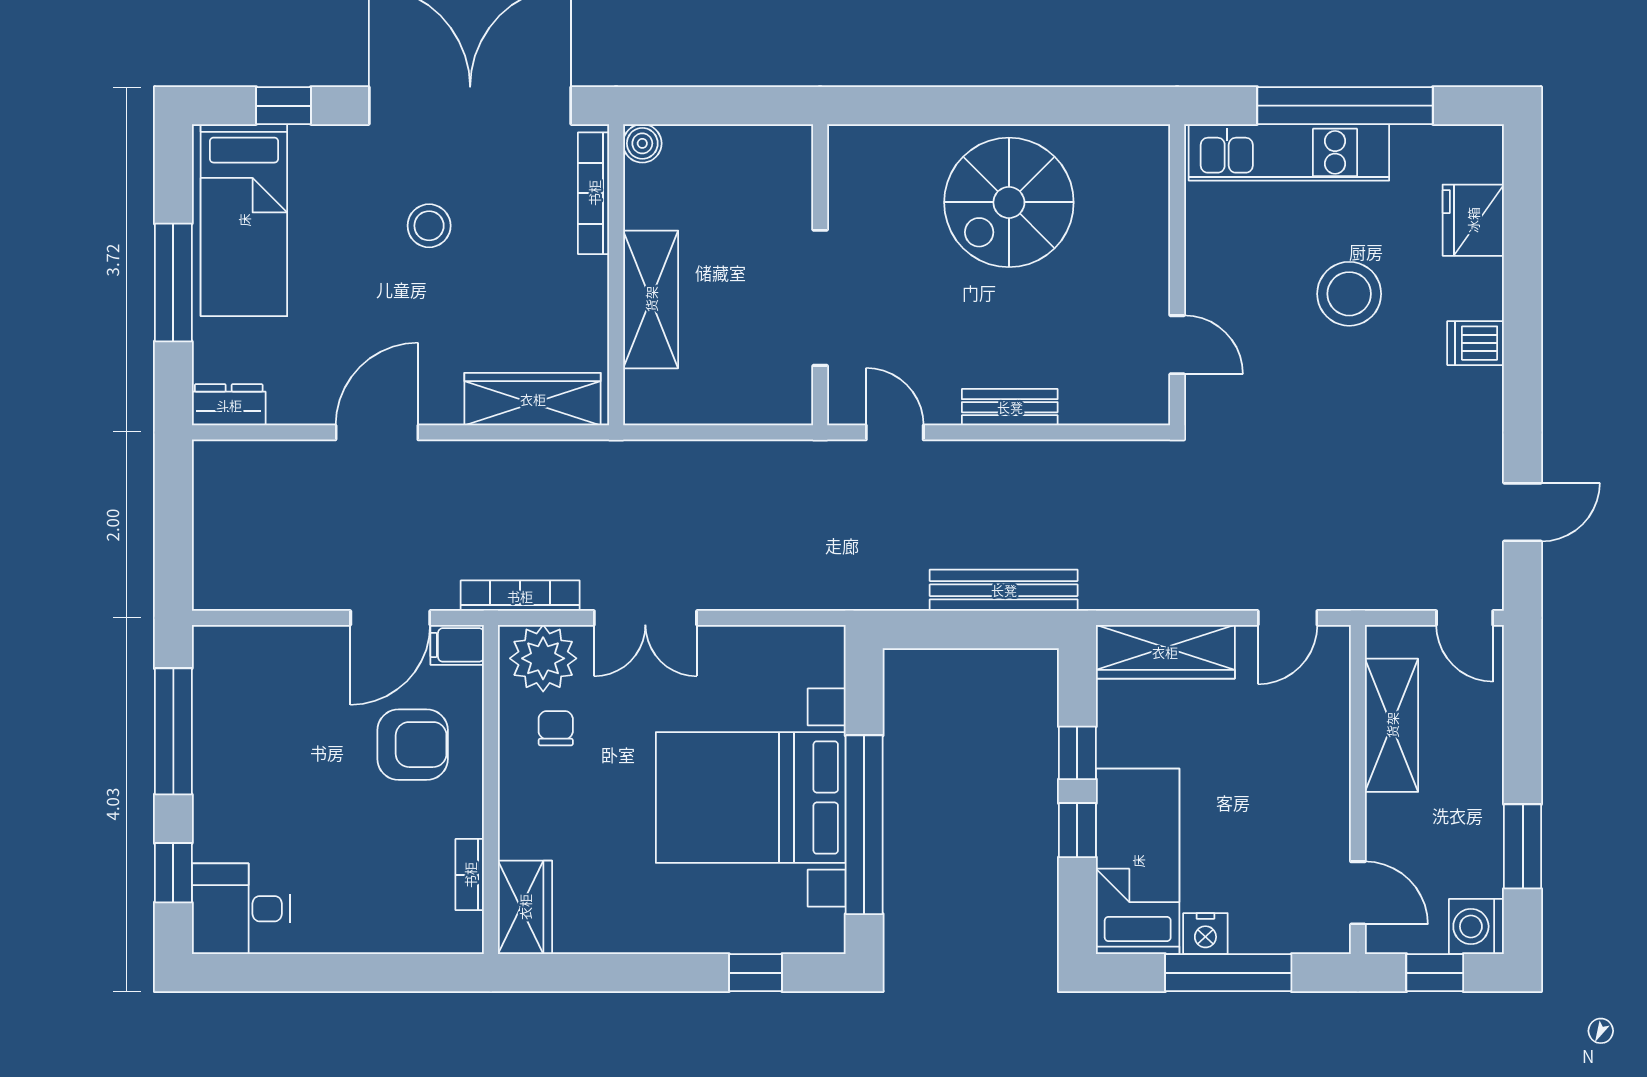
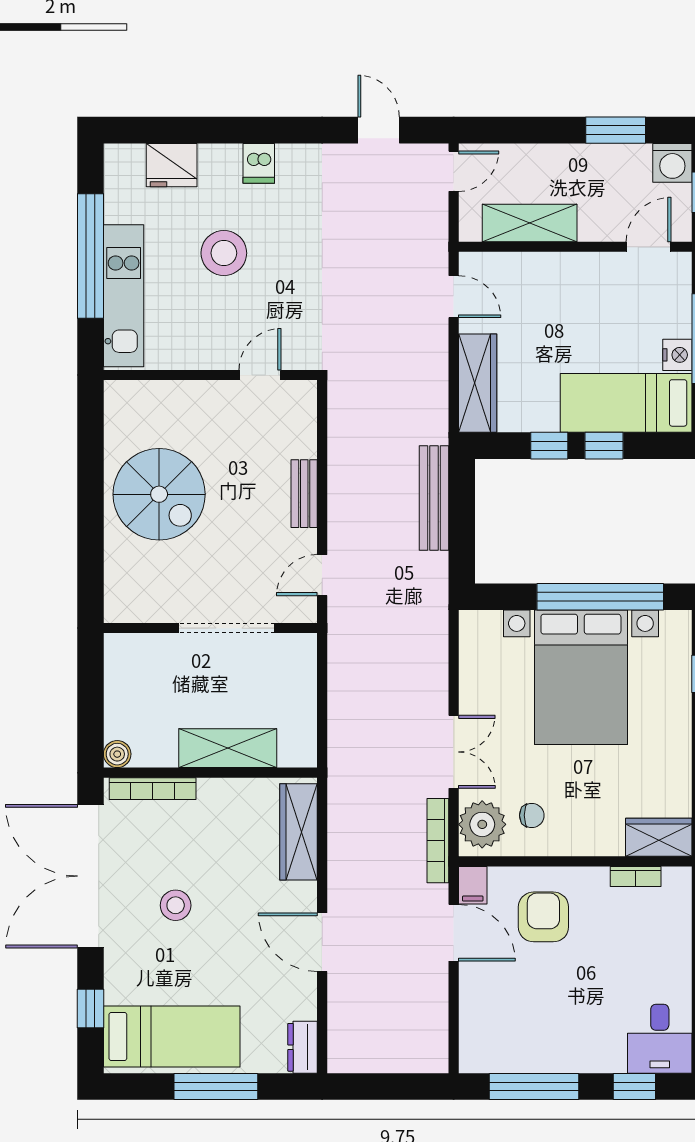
chair: (556, 728) -> (532, 815), turned 180

